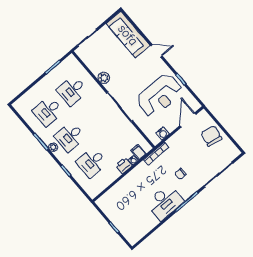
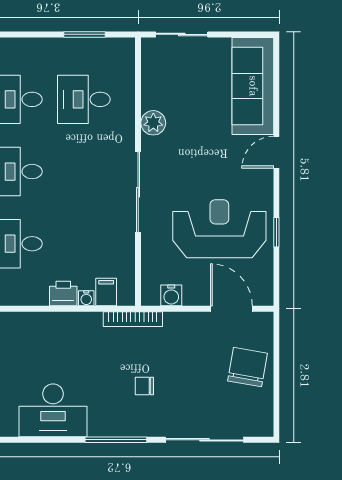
door: (156, 51) -> (276, 152), swing flipped
reception desk: (159, 95) -> (219, 229), turned 180
door: (188, 120) -> (231, 309), hinge flipped
desk: (165, 202) -> (53, 410), moved

